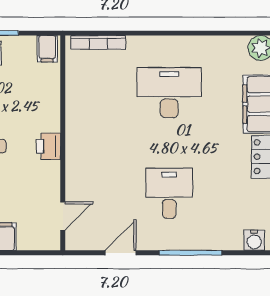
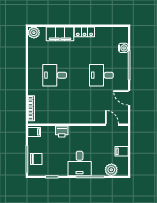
desk: (169, 93) -> (55, 75), width x0.73
printer: (48, 146) -> (62, 131), moved
water cooler: (254, 240) -> (123, 48), moved

